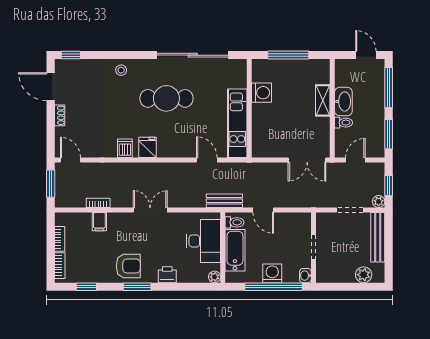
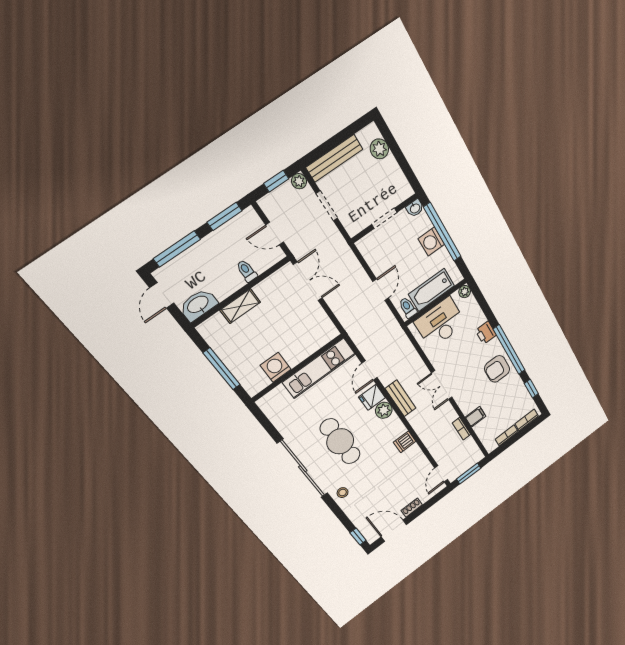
sliding door: (193, 55) -> (303, 469), moved
door: (51, 87) -> (394, 531), swing flipped
washbasin: (343, 102) -> (198, 305), moved
fridge: (147, 147) -> (372, 397), moved
plant: (165, 149) -> (384, 410), added
bench: (224, 201) -> (401, 398), moved
armchair: (128, 266) -> (497, 369), turned -90
window: (137, 287) -> (509, 350), width x2.11

